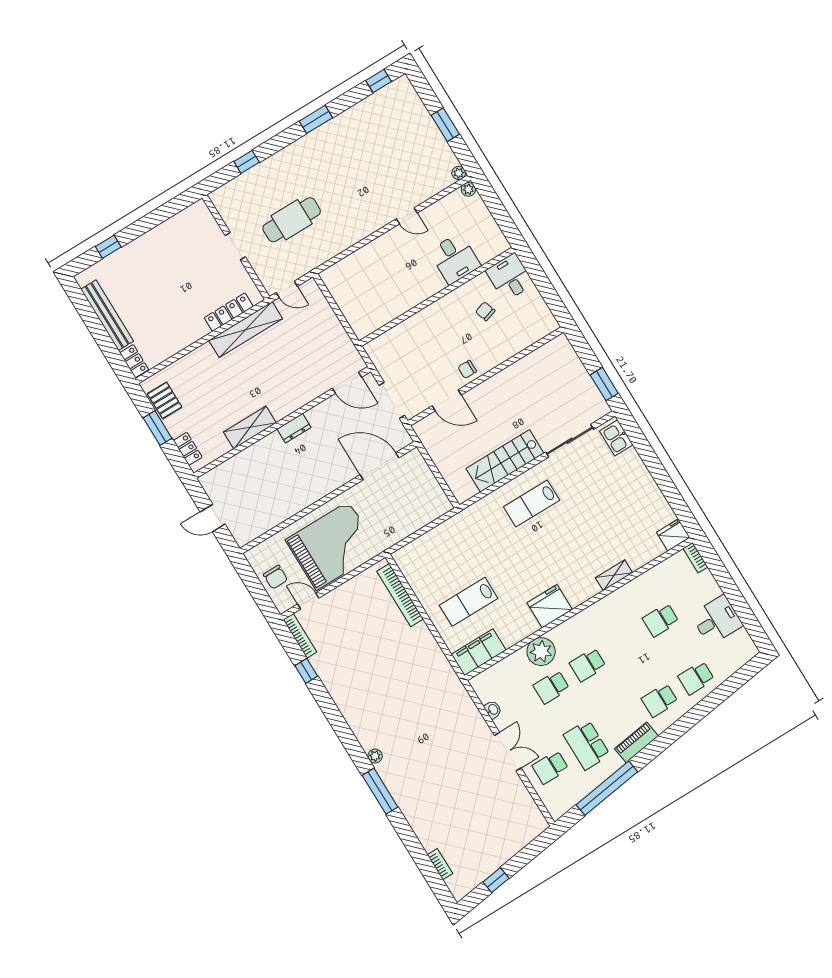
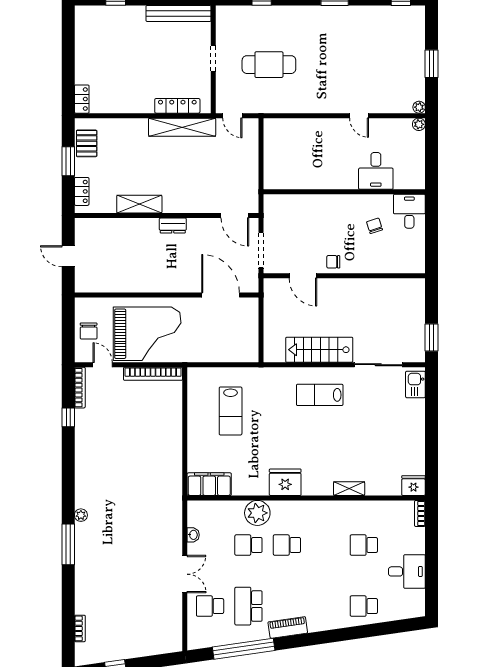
bench: (107, 315) -> (178, 13), moved, turned 90
bookcase: (400, 595) -> (153, 374), moved, turned -90
lab bench: (469, 602) -> (231, 411), moved, turned -90
school desk: (660, 700) -> (325, 606), removed

